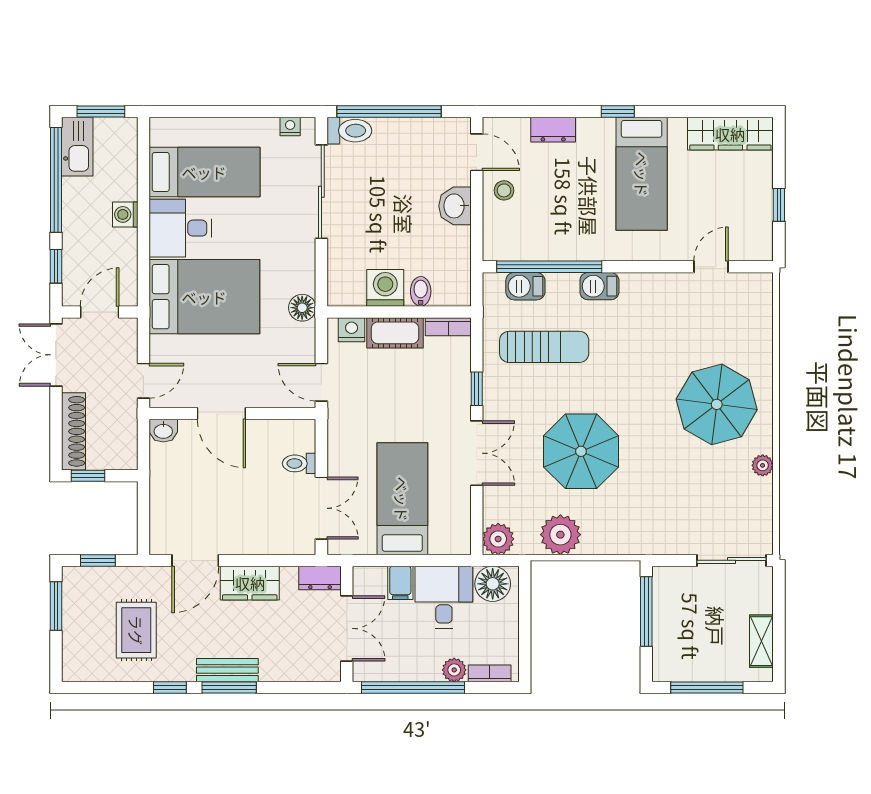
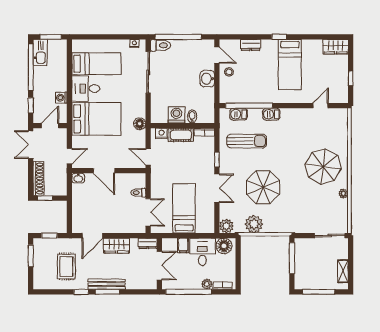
wardrobe: (730, 134) -> (336, 47), width x0.67
washing machine: (125, 214) -> (61, 98), moved
bench: (227, 670) -> (107, 284), width x1.36

